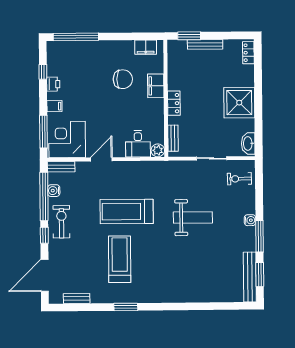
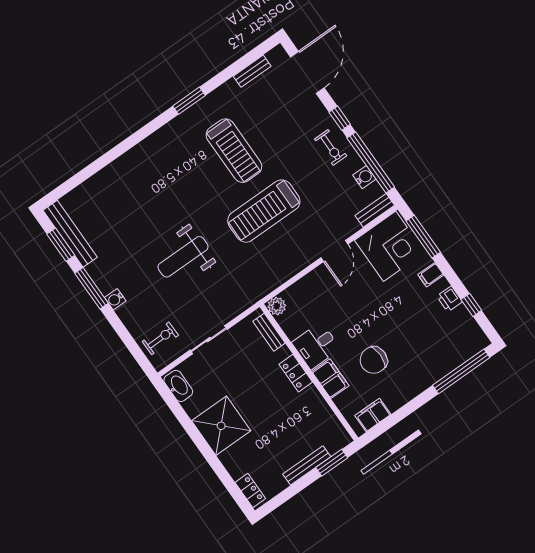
desk: (138, 144) -> (316, 346), moved, turned -90
treadmill: (127, 211) -> (264, 211), turned 180
exercise bike: (61, 222) -> (331, 147), width x0.73, depth x0.72

